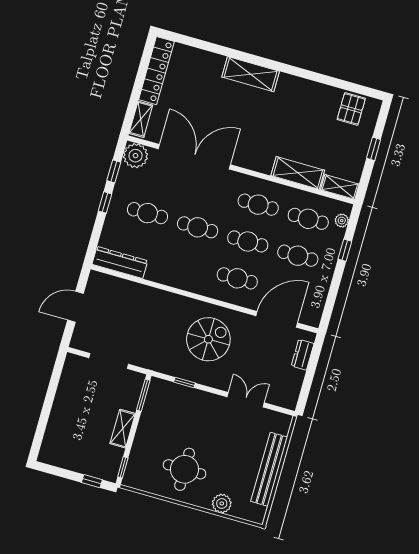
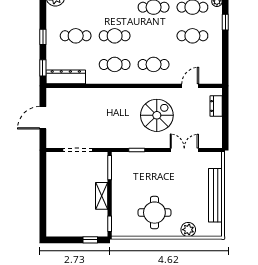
window: (114, 171) -> (43, 68), moved
cafe table: (248, 241) -> (115, 64), moved
door: (277, 319) -> (190, 86), width x0.53
spiral stairs: (208, 339) -> (157, 115), moved

